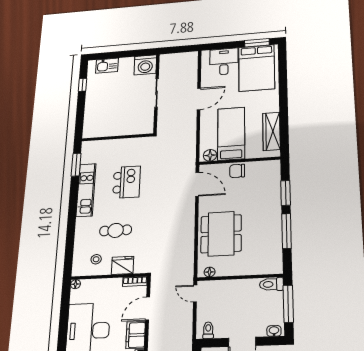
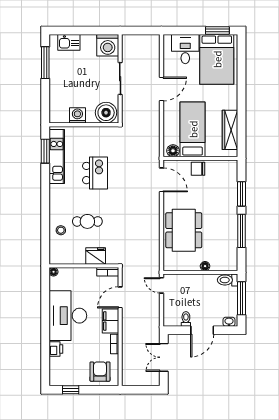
window: (82, 85) -> (45, 63), width x2.17
boiler: (141, 125) -> (106, 113), added
washing machine: (111, 129) -> (77, 115), added
kitchen unit: (86, 190) -> (57, 156), moved
stool: (96, 259) -> (61, 230), moved
floor lamp: (210, 272) -> (205, 266), moved
toilet: (208, 330) -> (186, 319), moved

